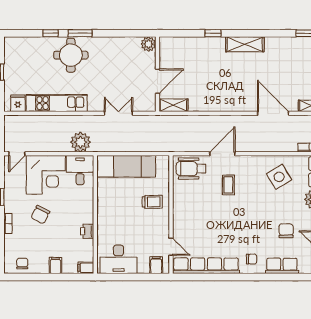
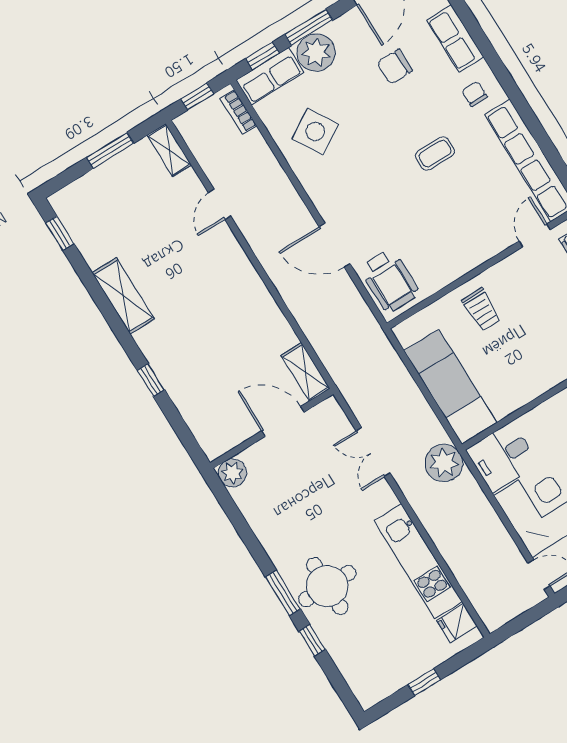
shelving: (245, 44) -> (123, 296), moved
door: (273, 113) -> (219, 204), width x0.53
plant: (81, 142) -> (444, 463), moved
coffee table: (228, 185) -> (435, 154), moved
trolley: (152, 202) -> (481, 310), turned 180

